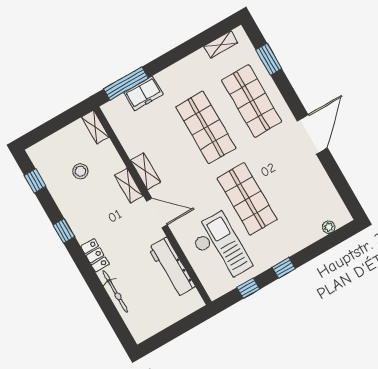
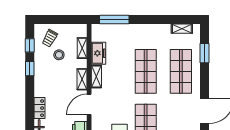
freezer: (144, 93) -> (98, 53), moved, turned -90
shelving: (95, 127) -> (82, 48), moved
trolley: (56, 156) -> (50, 38), added
door: (157, 213) -> (89, 104), swing flipped
window: (64, 231) -> (30, 69), moved

